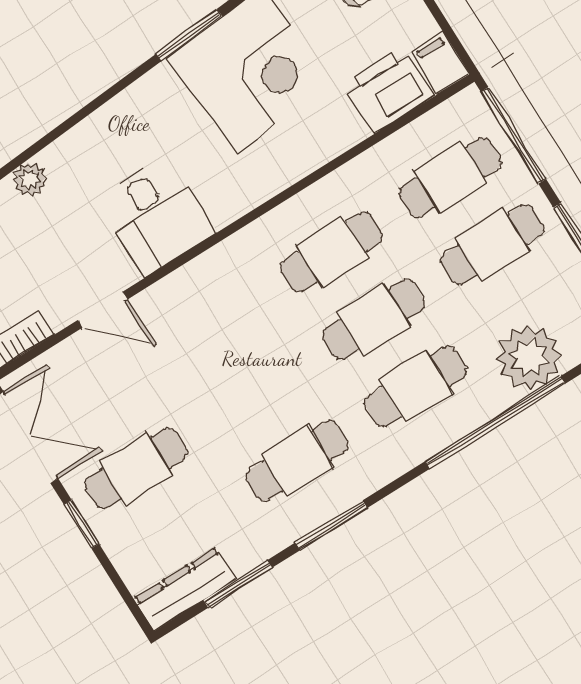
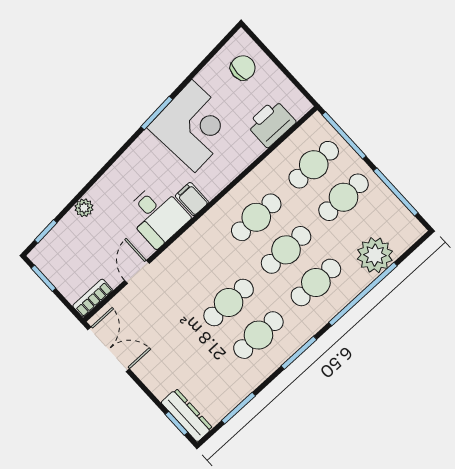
filing cabinet: (440, 63) -> (192, 199), moved
door: (103, 310) -> (137, 272), swing flipped
cafe table: (136, 468) -> (229, 303), moved
window: (81, 524) -> (177, 423), moved
window: (331, 525) -> (299, 353), moved
dresser: (185, 589) -> (187, 415), moved, turned 90

